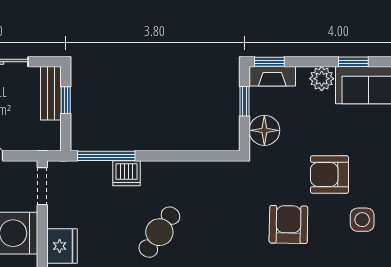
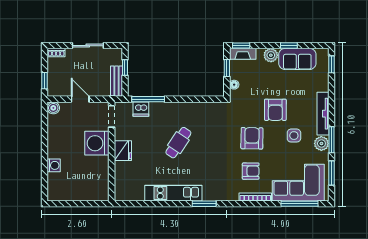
bench: (51, 93) -> (116, 81), moved
floor lamp: (264, 130) -> (234, 85), width x0.53, depth x0.53
dishwasher: (127, 173) -> (141, 109), moved
armchair: (330, 174) -> (275, 110), turned -90

